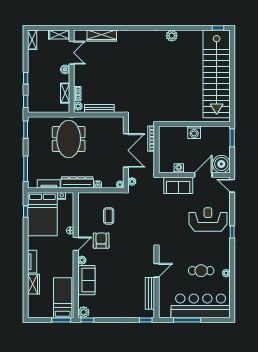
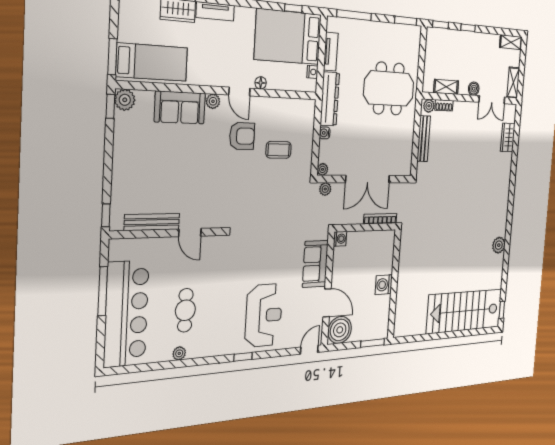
wardrobe: (102, 36) -> (508, 137), width x0.67
stairs: (217, 74) -> (464, 311), width x0.73
washing machine: (179, 168) -> (340, 239), moved

